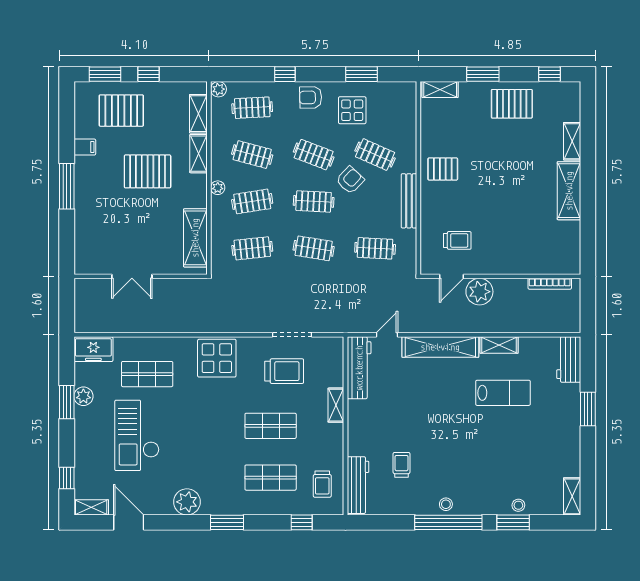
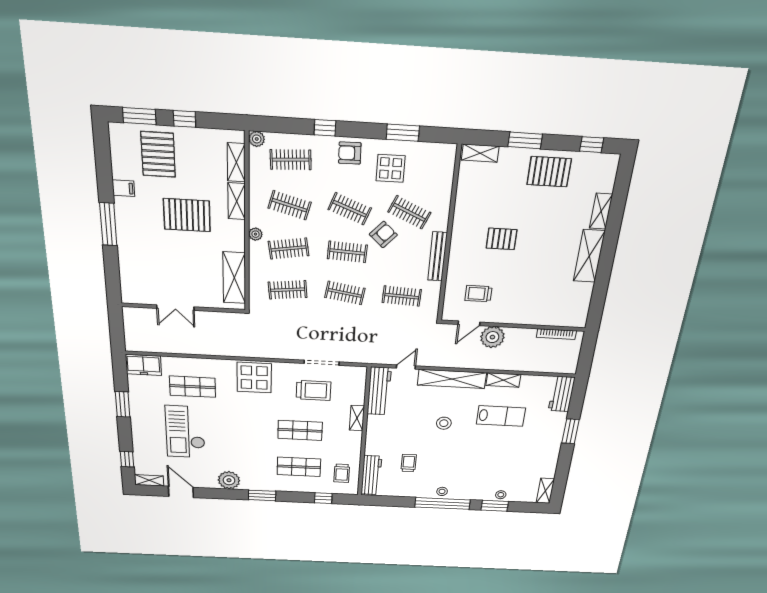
pallet: (121, 111) -> (158, 154), turned 90
pallet: (443, 169) -> (502, 239), moved
trolley: (457, 240) -> (478, 294), turned 180
plant: (83, 396) -> (137, 401), removed
stool: (438, 406) -> (444, 423), added

